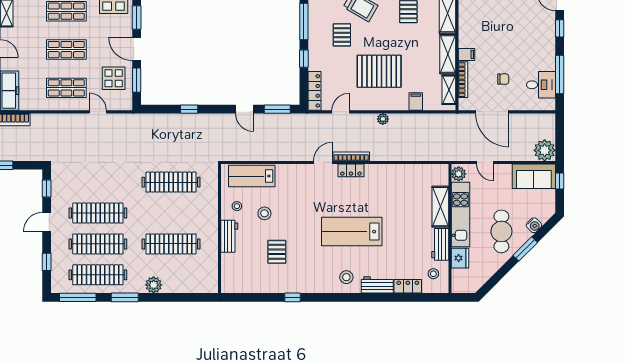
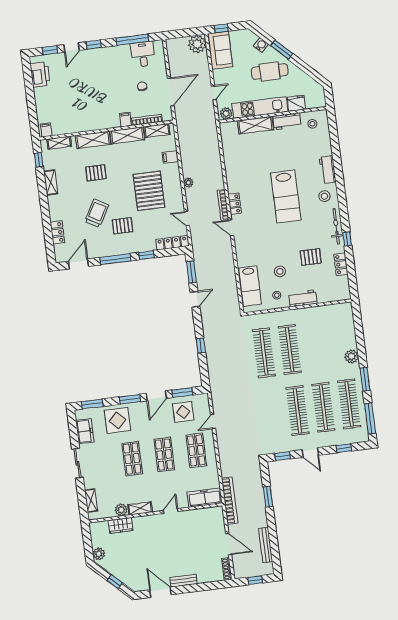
clothes rail: (171, 244) -> (290, 350), moved
bicycle: (309, 286) -> (336, 226), added
locker: (408, 286) -> (341, 264), moved

